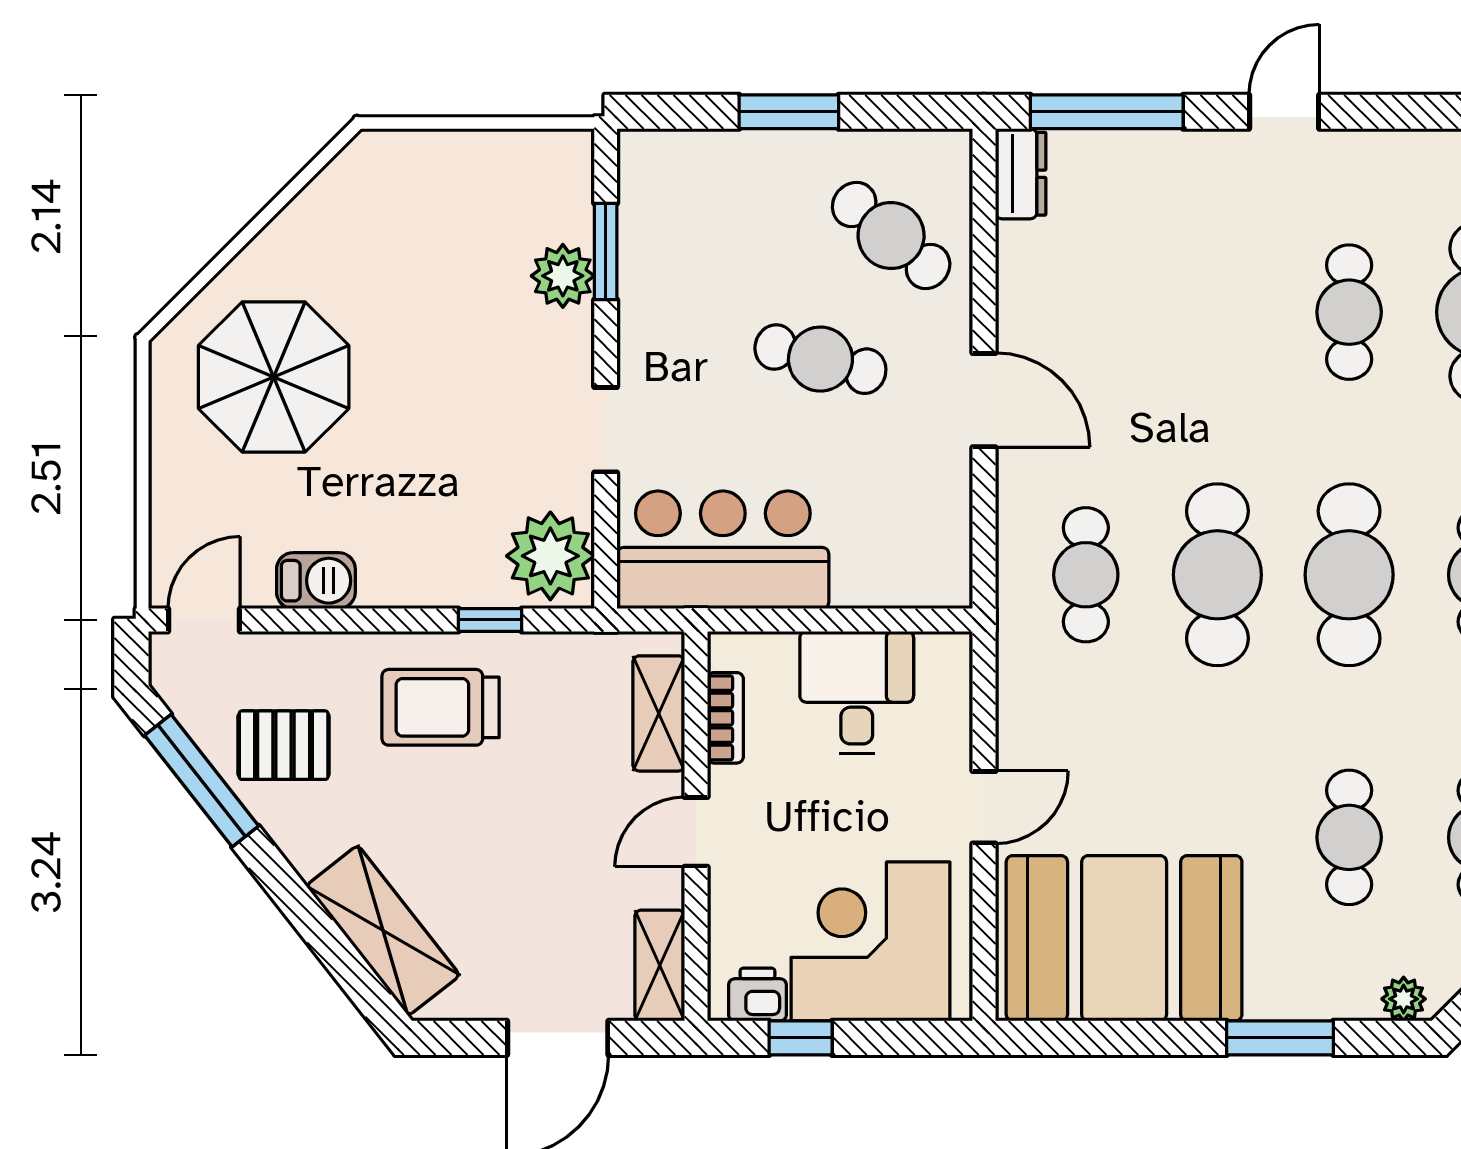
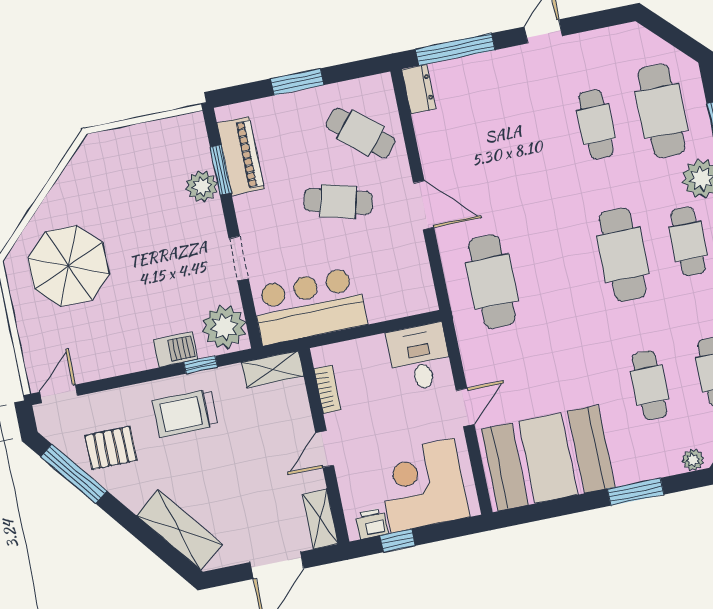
piano: (650, 232) -> (240, 156), added
cafe table: (1086, 575) -> (492, 282), width x1.37, depth x1.35
cafe table: (1217, 575) -> (557, 268), removed
barbecue: (316, 581) -> (175, 350), moved
desk: (857, 693) -> (420, 357), moved
shelving: (659, 713) -> (273, 369), moved, turned 90

